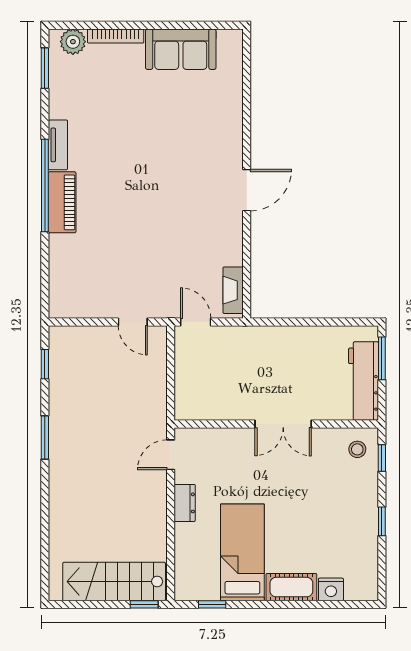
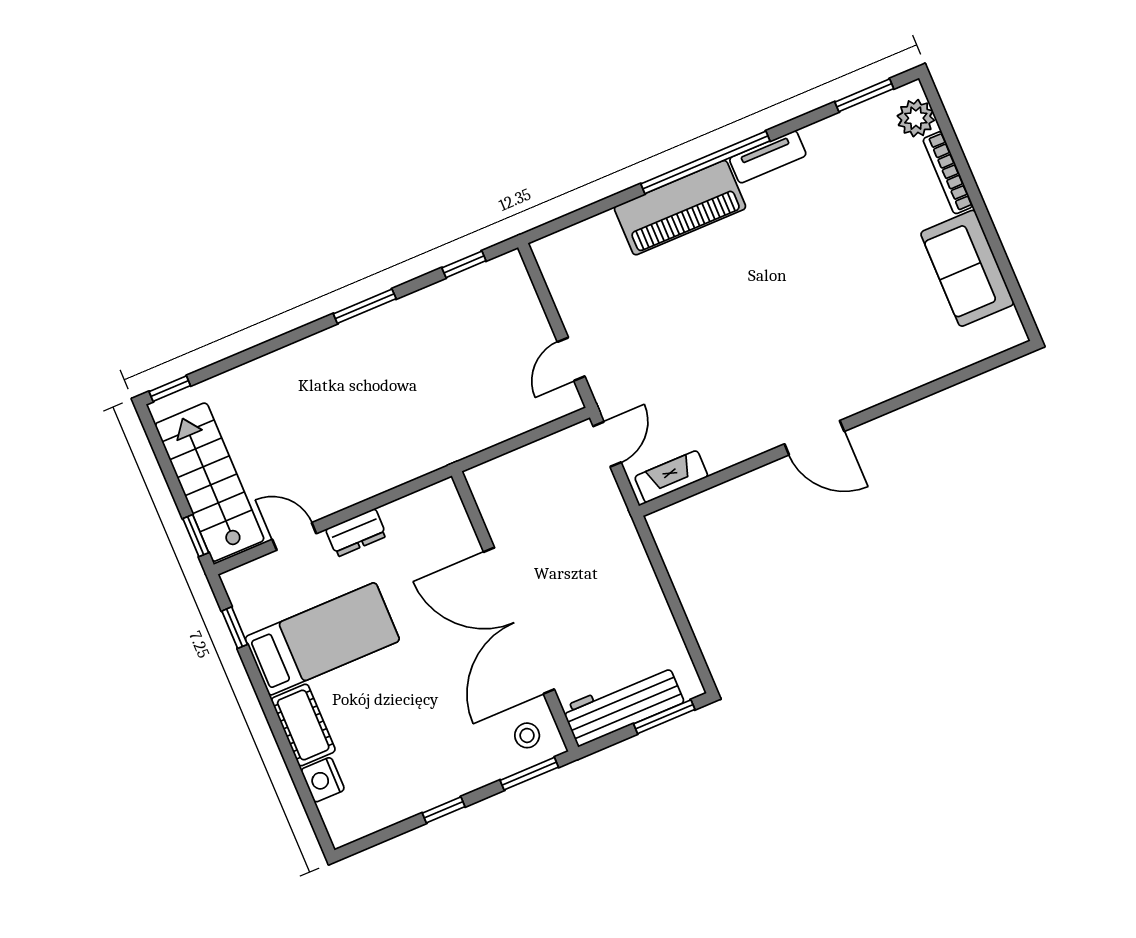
piano: (62, 202) -> (680, 208), width x1.37, depth x1.33
double door: (283, 424) -> (519, 621), width x1.87
door: (171, 455) -> (294, 536), moved
window: (382, 458) -> (529, 774), width x1.50
window: (45, 582) -> (170, 389), added

